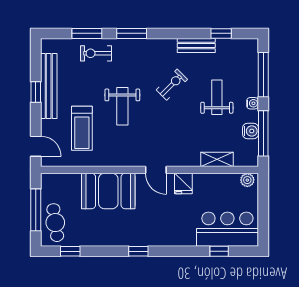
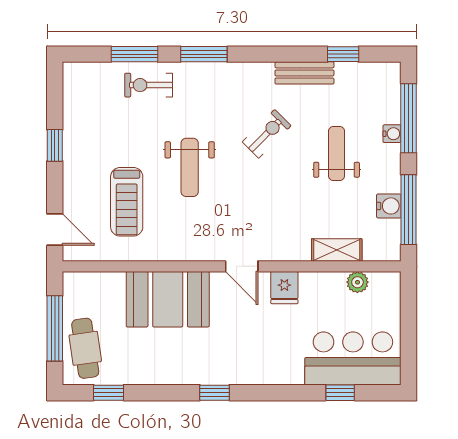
bench: (49, 86) -> (75, 136), removed
water cooler: (253, 103) -> (392, 134), moved
plant: (247, 180) -> (357, 282), moved

